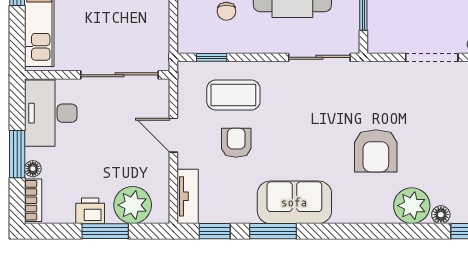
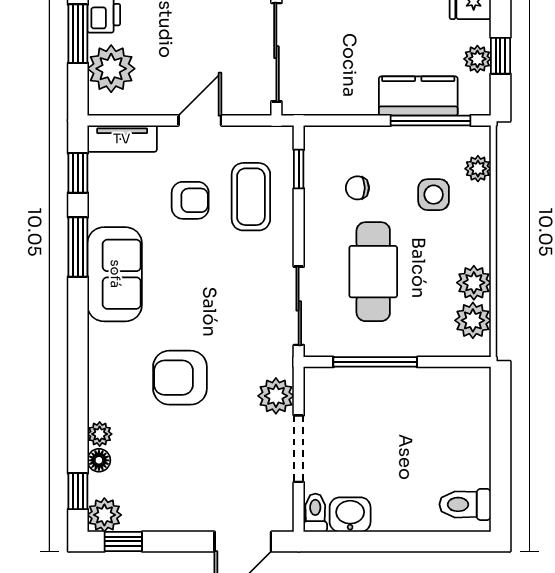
plant: (390, 75) -> (276, 396), added
plant: (412, 206) -> (100, 434), width x0.53, depth x0.53

